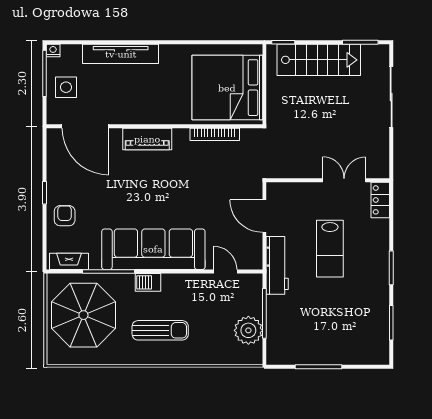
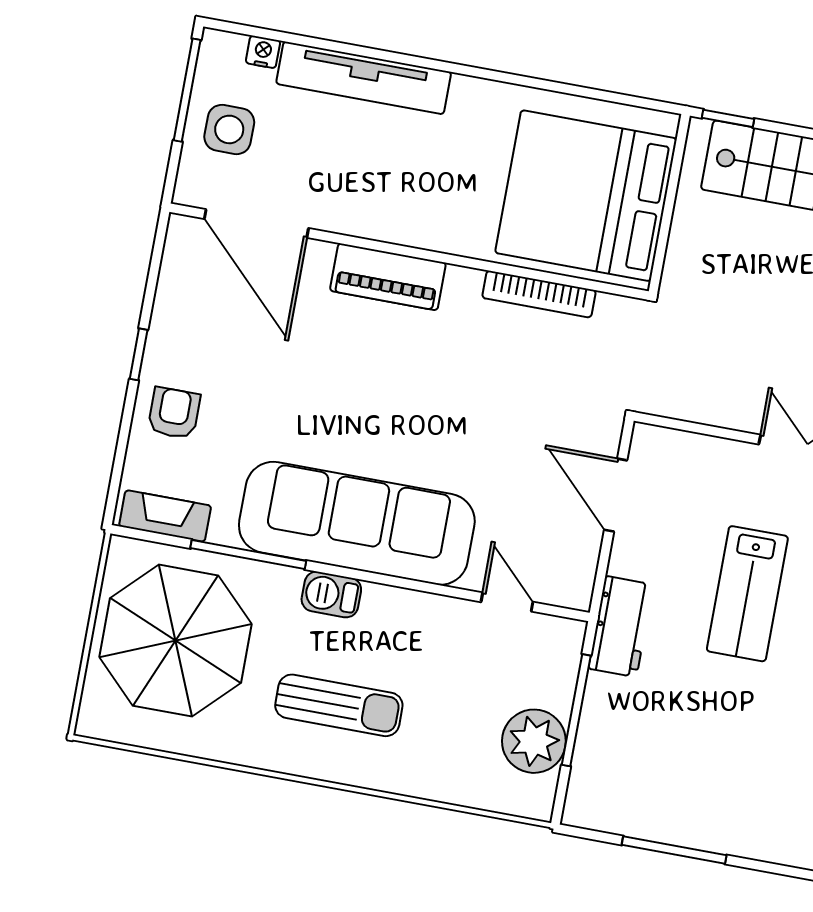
nightstand: (53, 50) -> (263, 52), moved
workbench: (277, 265) -> (621, 627), width x0.73

